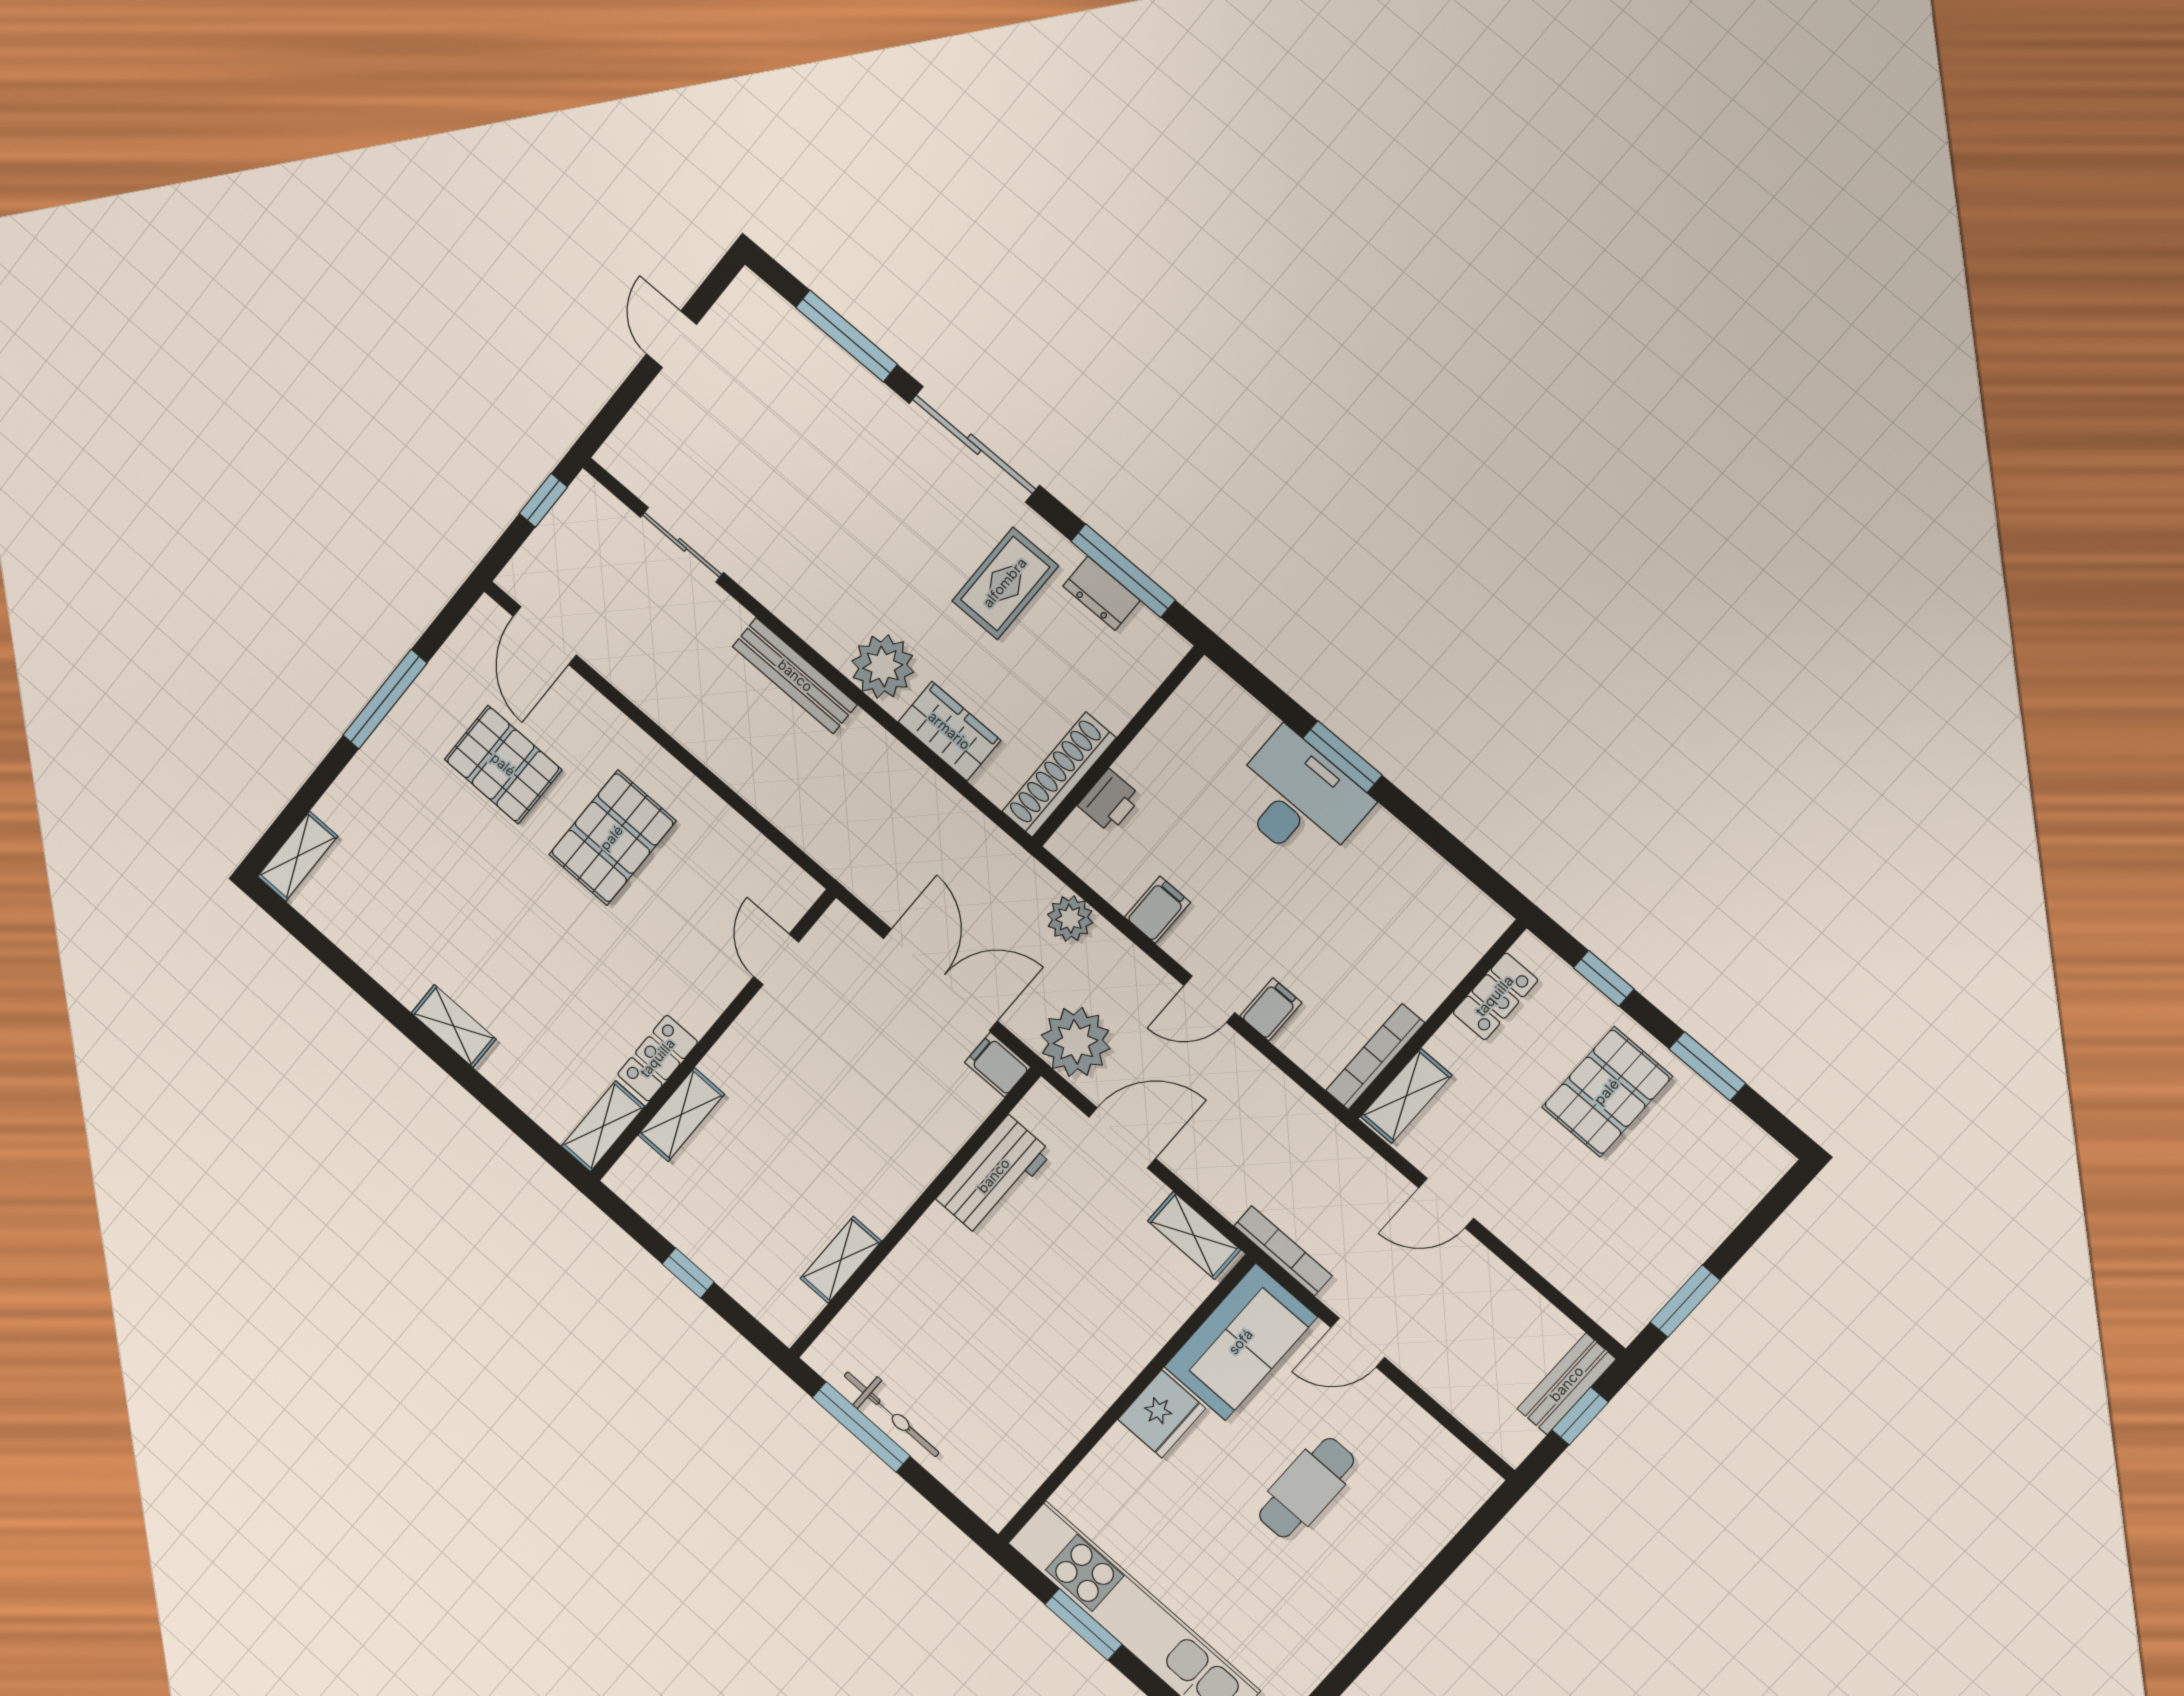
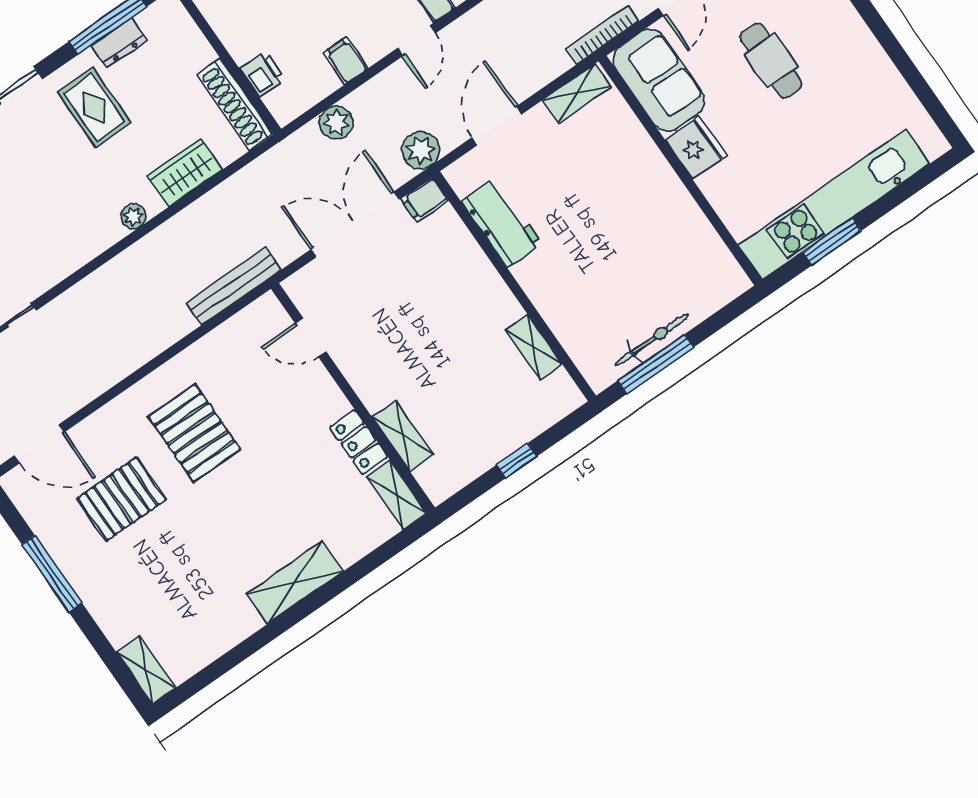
plant: (883, 666) -> (133, 217), width x0.53, depth x0.53
bench: (795, 676) -> (234, 286), moved
shelving: (454, 1026) -> (295, 582), width x1.50, depth x1.33
plant: (1076, 1042) -> (421, 150), width x0.73, depth x0.73

